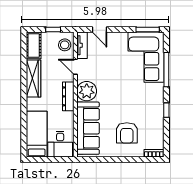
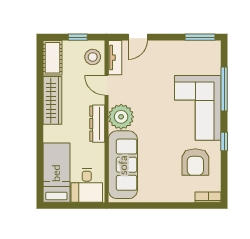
door: (100, 29) -> (138, 37), hinge flipped
corner sofa: (146, 57) -> (198, 108), moved
armchair: (127, 133) -> (195, 162), moved

